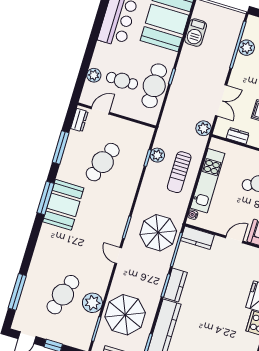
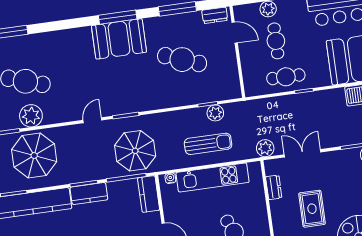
cafe table: (154, 86) -> (286, 77), width x0.73, depth x0.74
double door: (221, 100) -> (303, 153), swing flipped
sun lounger: (179, 172) -> (208, 144), turned 180

